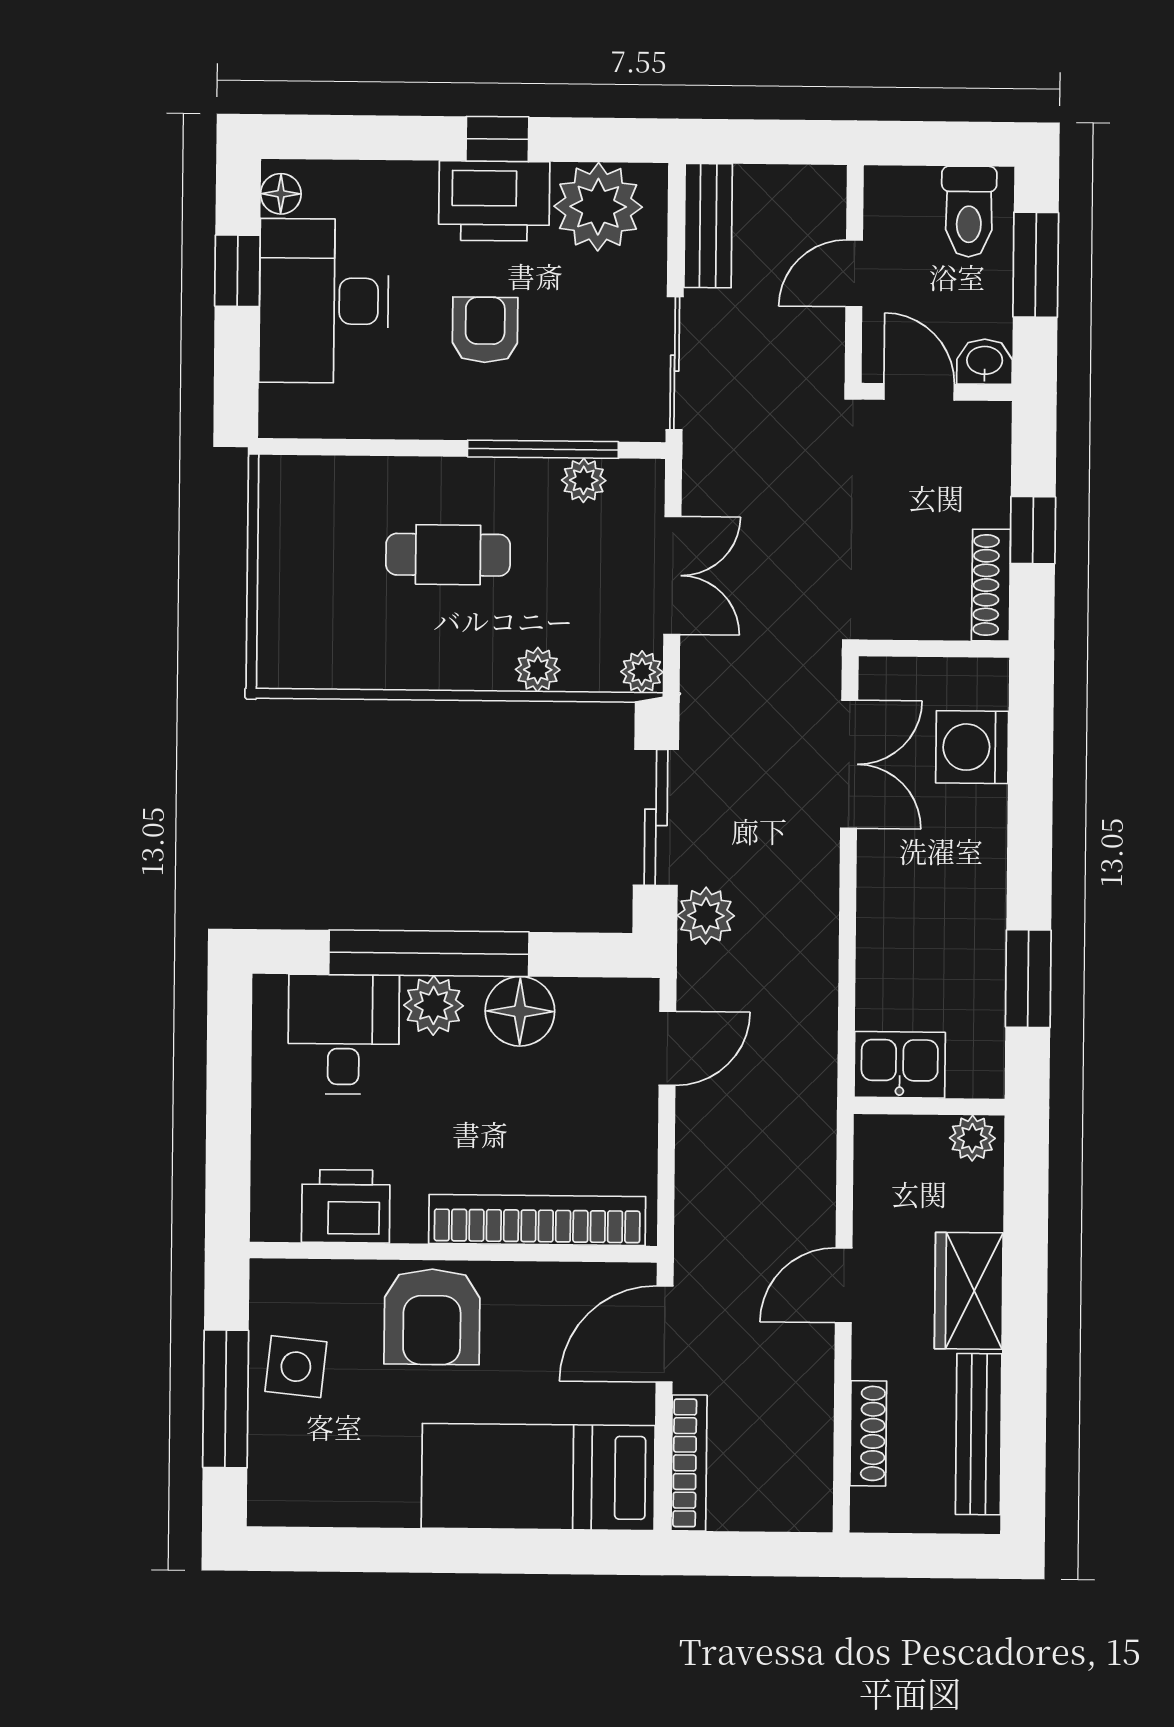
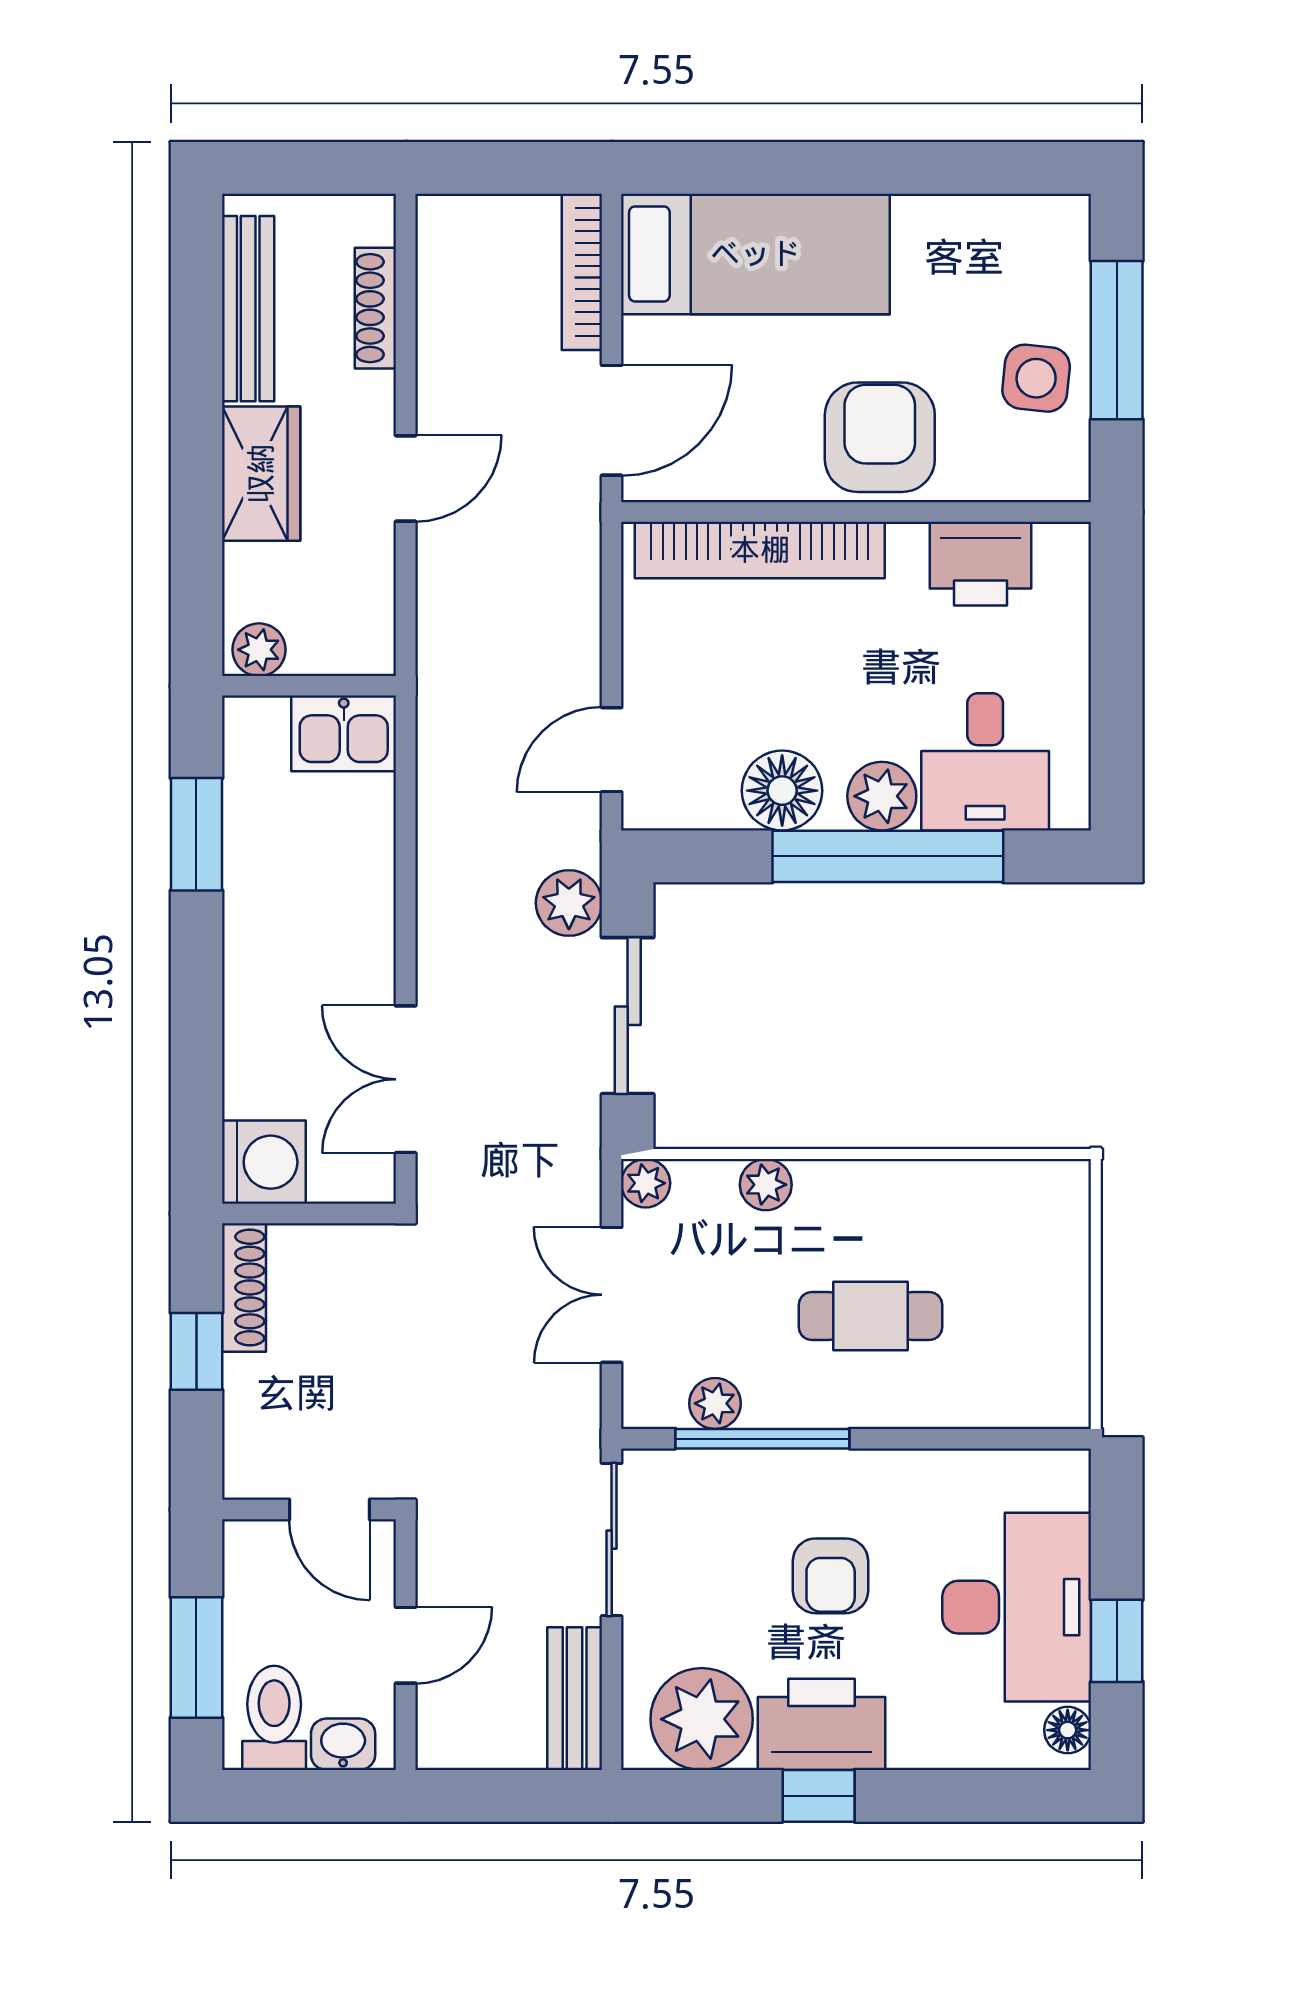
washbasin: (985, 362) -> (343, 1744), moved, turned 180
washing machine: (972, 747) -> (264, 1162), moved

